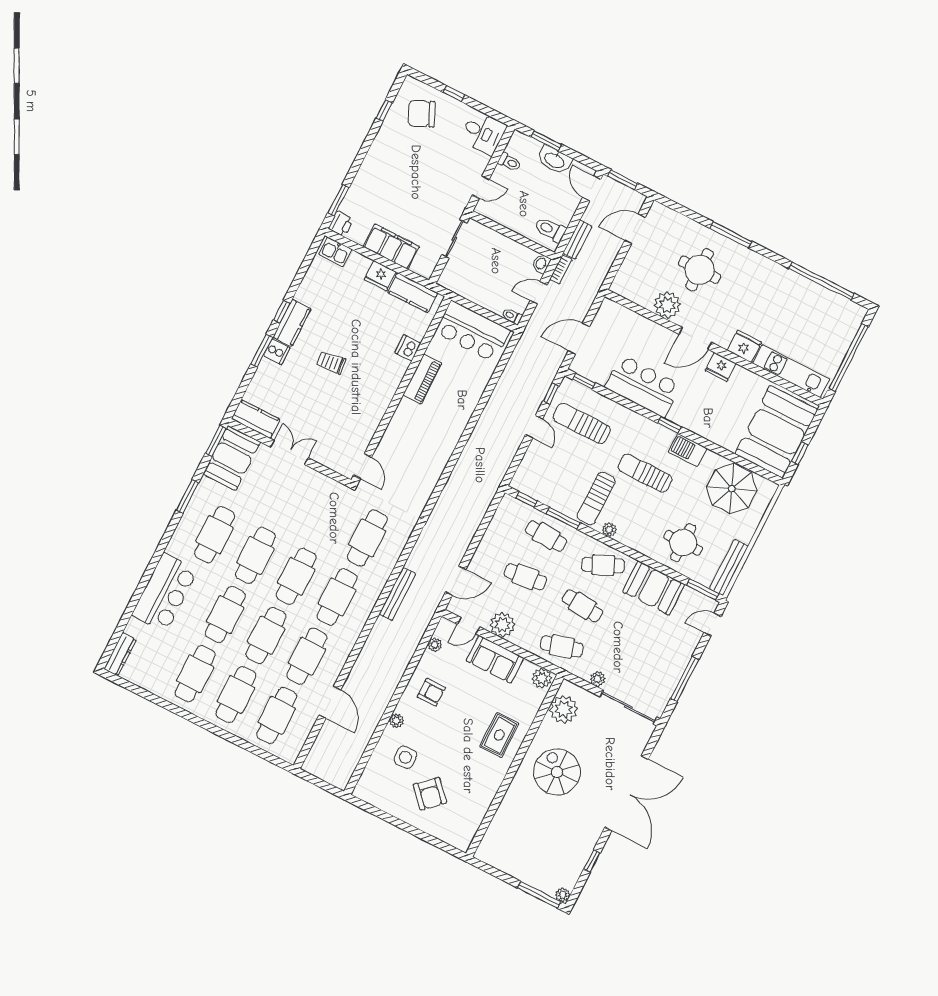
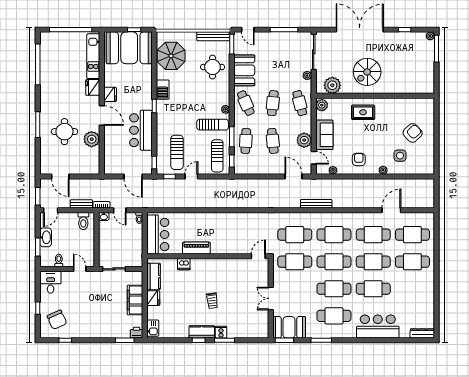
kitchen counter: (256, 419) -> (262, 325), removed
sun lounger: (645, 473) -> (217, 156), moved
cafe table: (195, 674) -> (295, 262), moved

